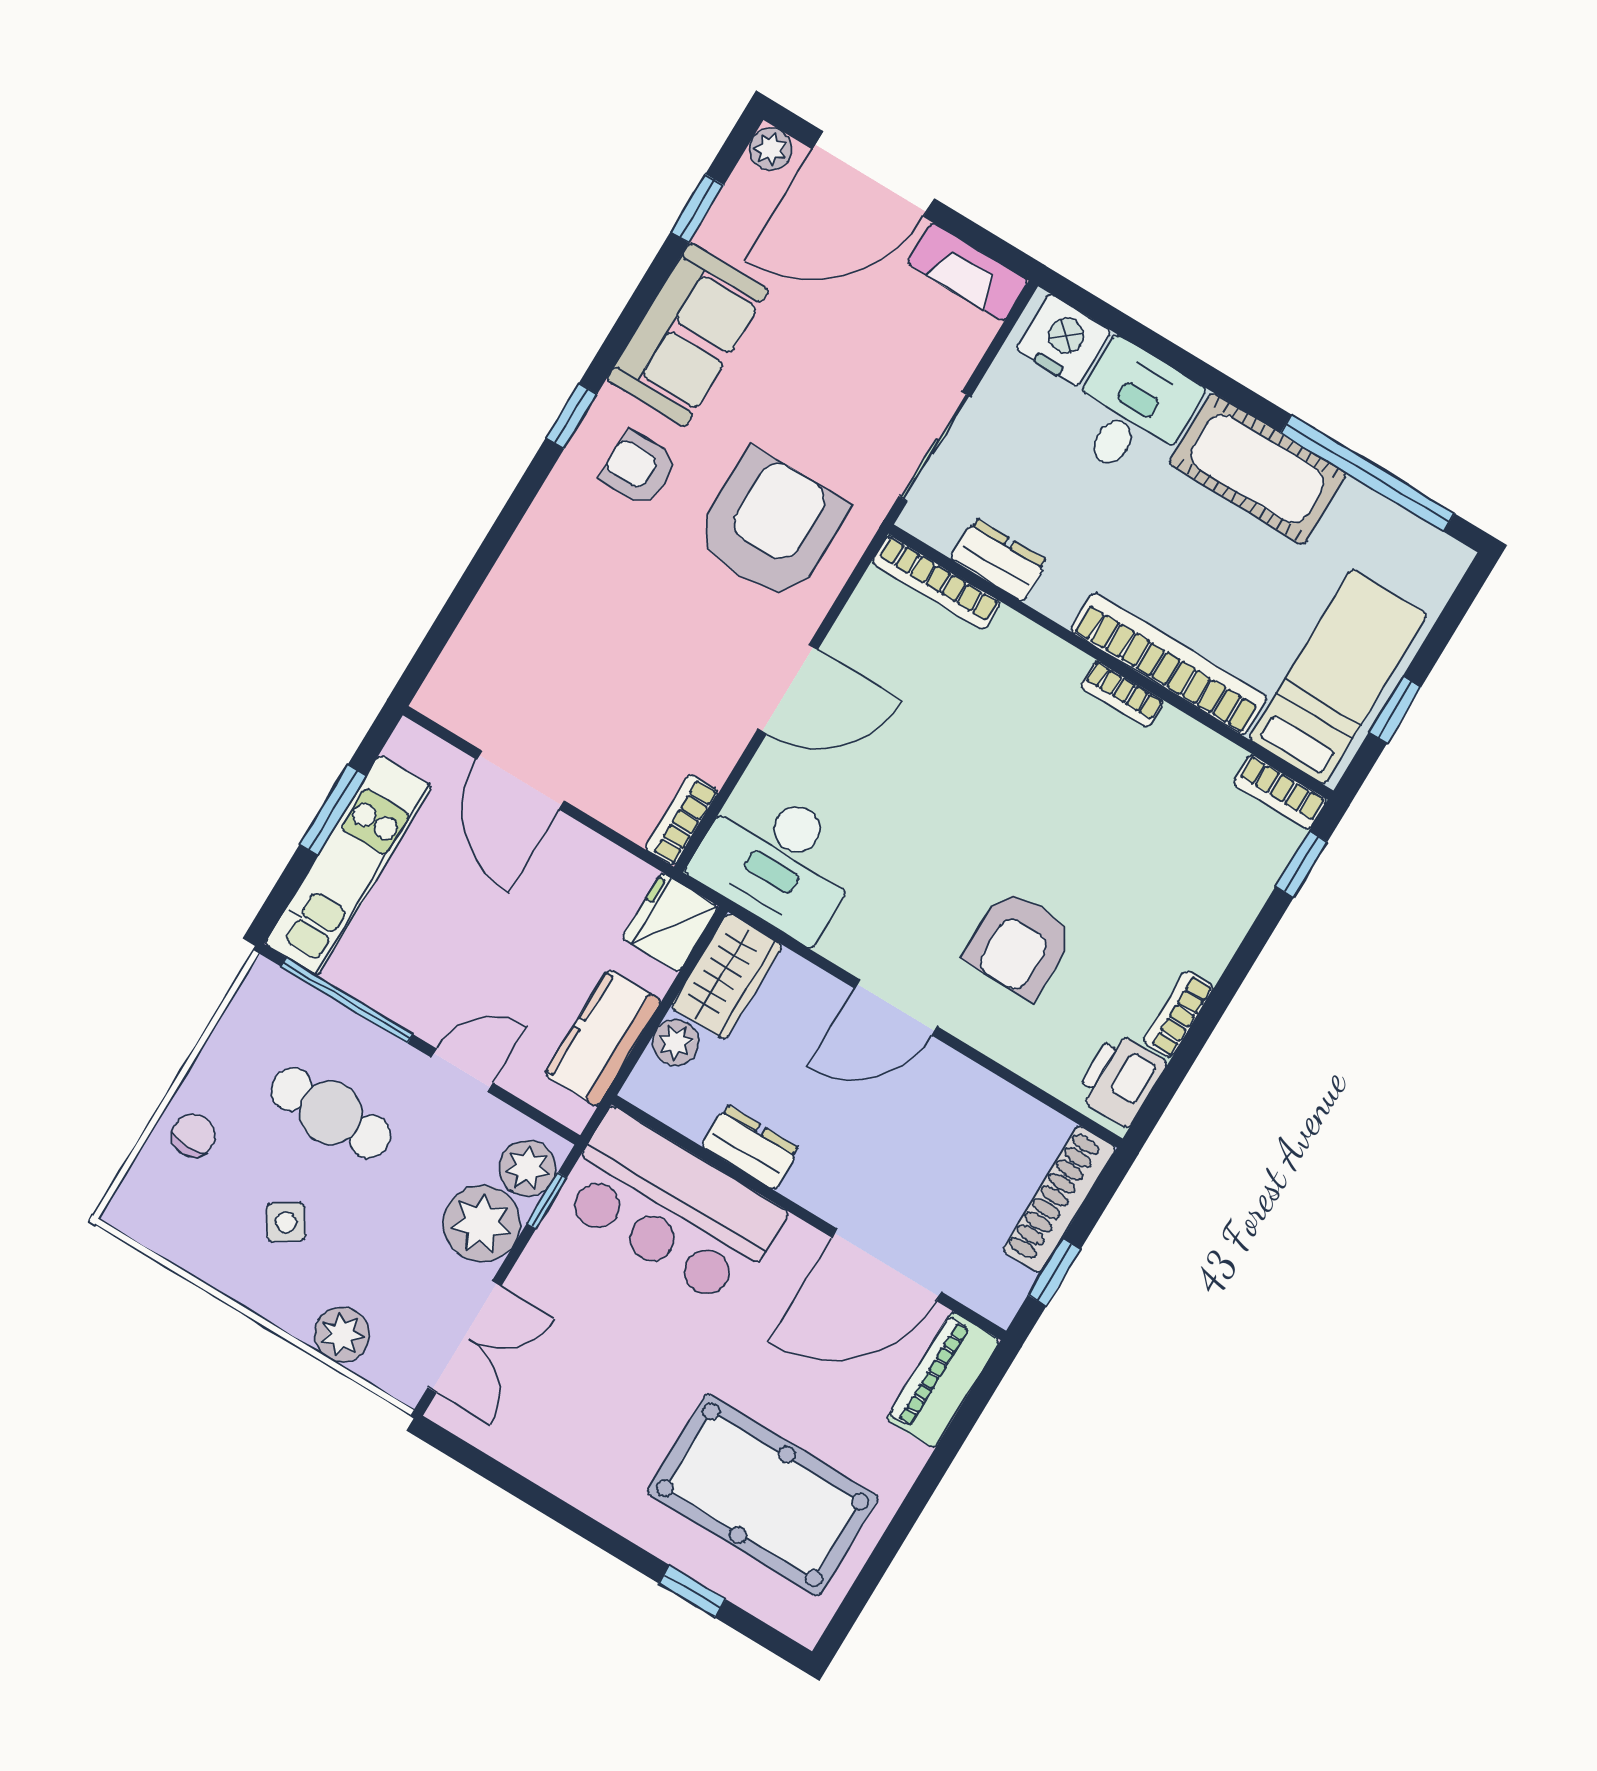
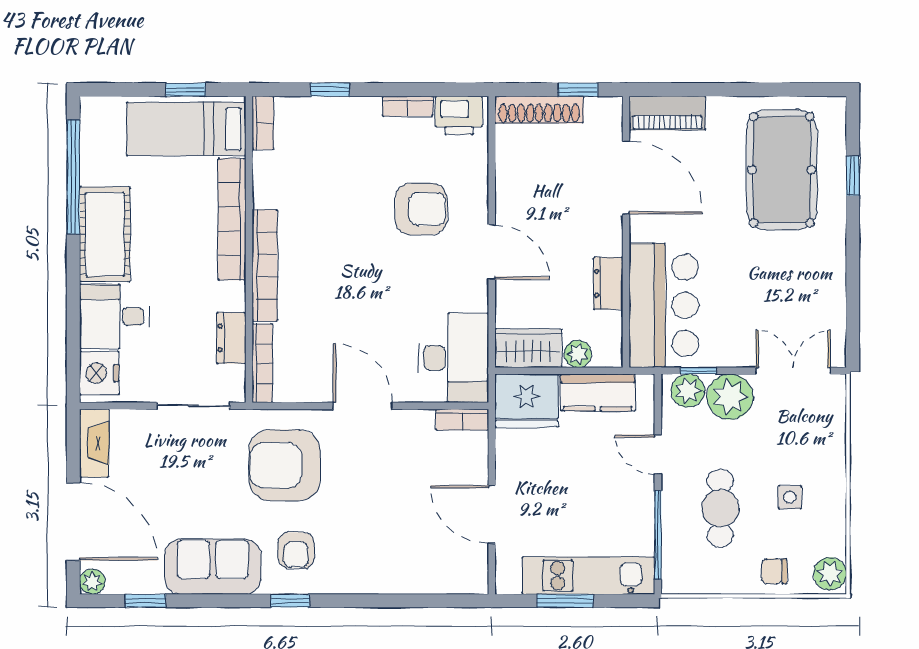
bookcase: (1122, 694) -> (265, 265), width x2.31, depth x1.31
door: (520, 780) -> (492, 514), swing flipped
window: (1301, 864) -> (330, 90), moved
fridge: (670, 922) -> (527, 401), width x1.36, depth x1.34
side table: (286, 1222) -> (790, 497), turned 33
plant: (342, 1335) -> (830, 574), moved

